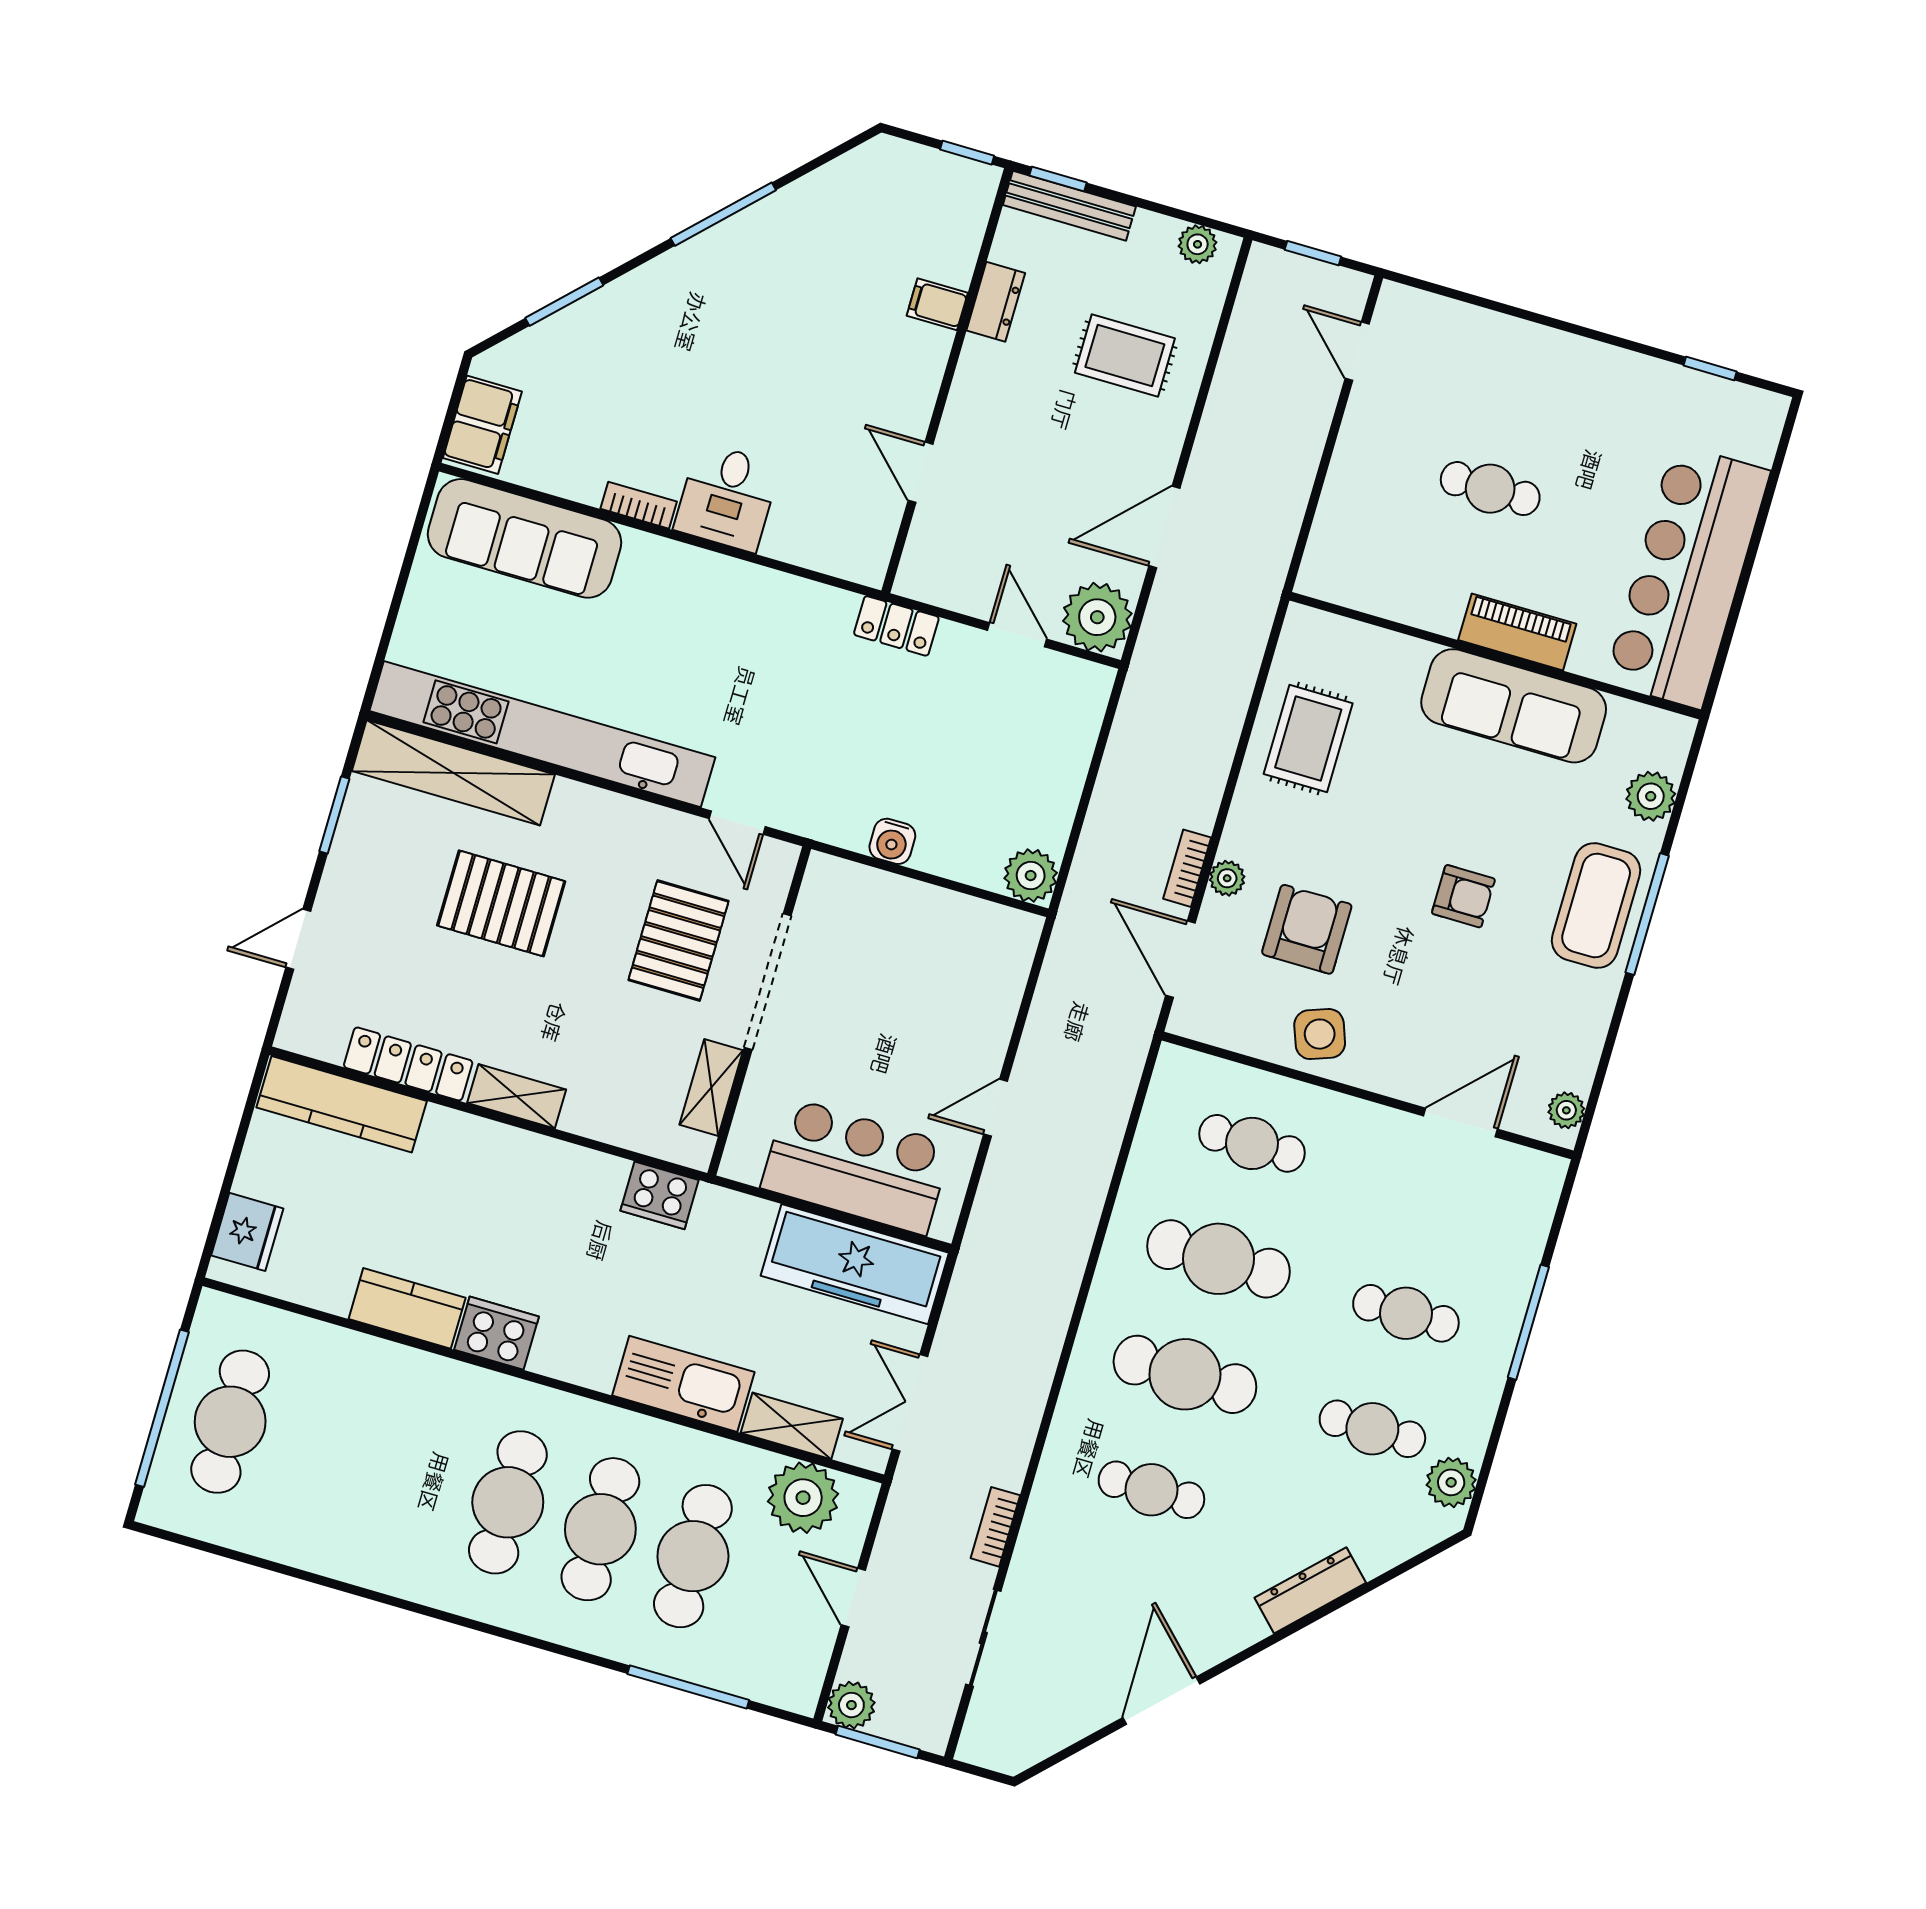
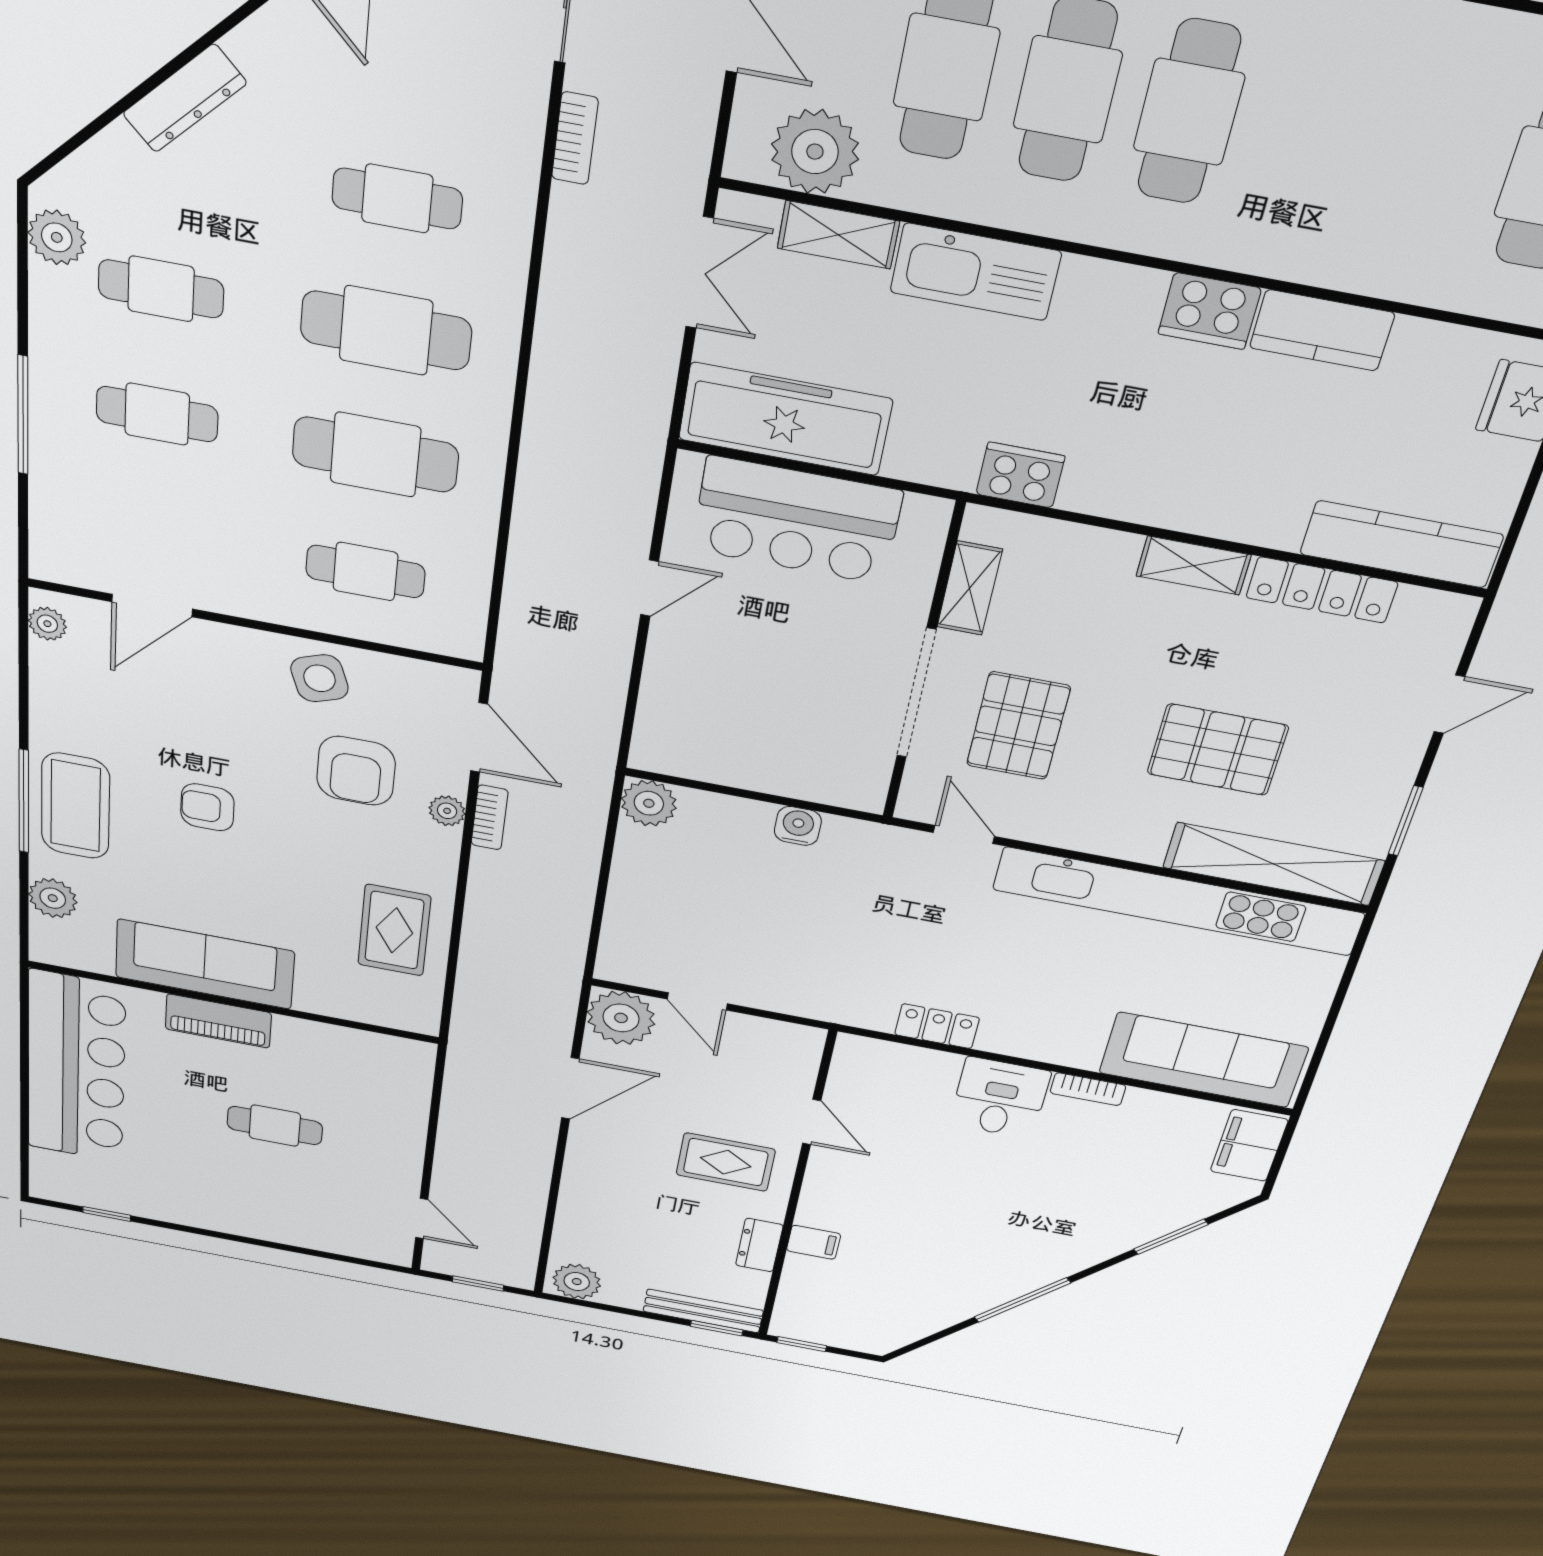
plant: (1198, 244) -> (577, 1282), width x1.38, depth x1.38
rug: (1125, 356) -> (726, 1162), moved
locker: (896, 626) -> (937, 1026), moved

